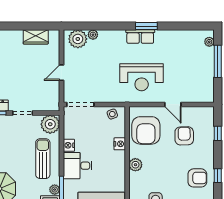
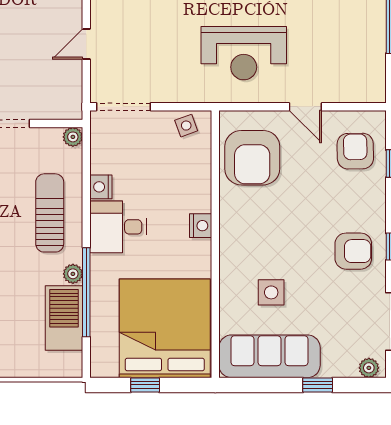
plant: (50, 124) -> (73, 137), width x0.53, depth x0.53
armchair: (184, 136) -> (355, 151), moved
nightstand: (120, 144) -> (201, 226), moved
plant: (135, 165) -> (232, 225), removed

